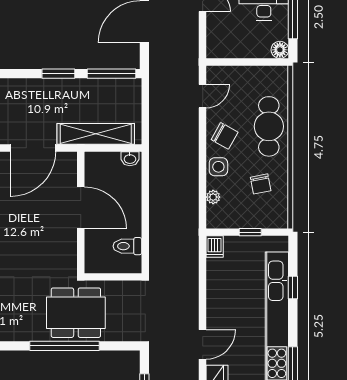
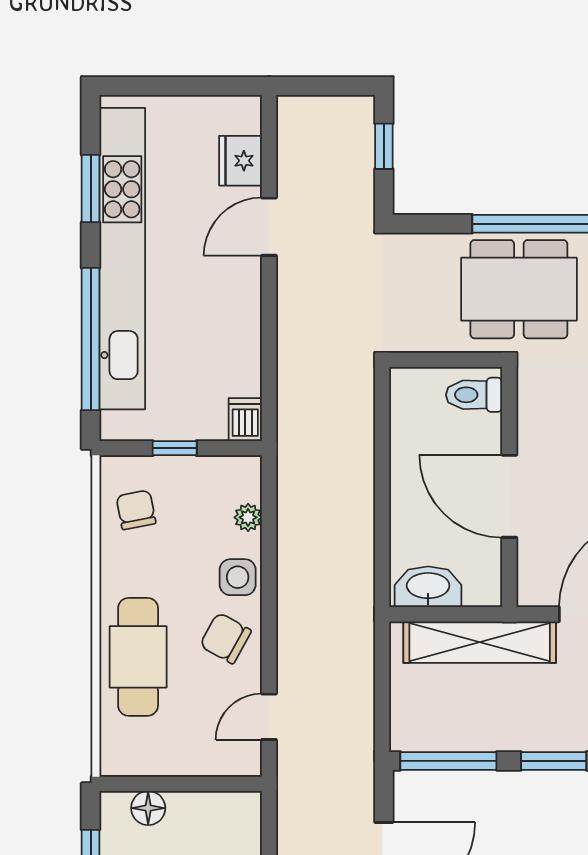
floor lamp: (280, 50) -> (148, 808), moved
washbasin: (130, 159) -> (428, 587), width x1.91, depth x1.45
chair: (261, 184) -> (136, 510), moved
toilet: (127, 246) -> (474, 395), moved, turned 180
window: (293, 287) -> (91, 339), width x3.17

